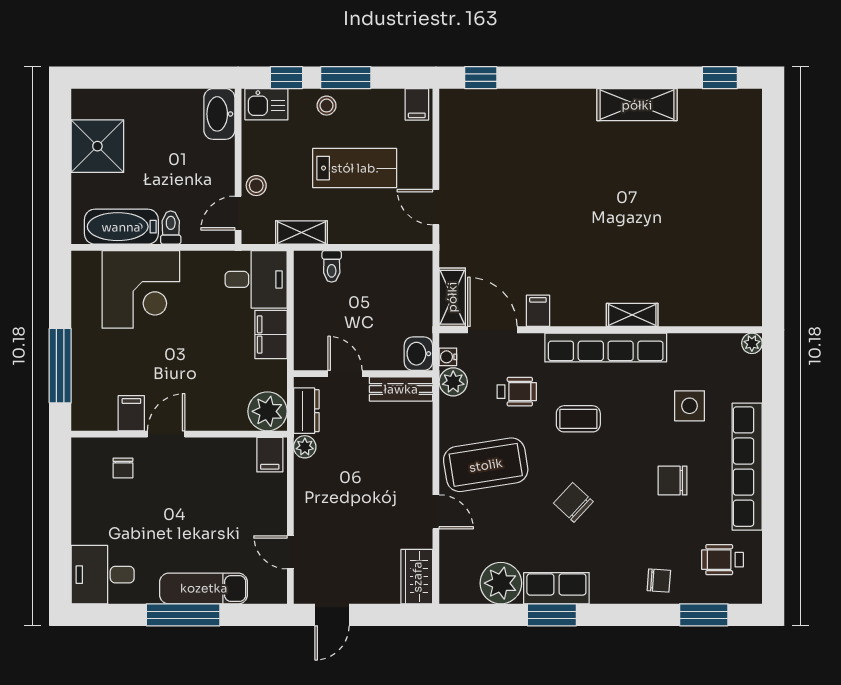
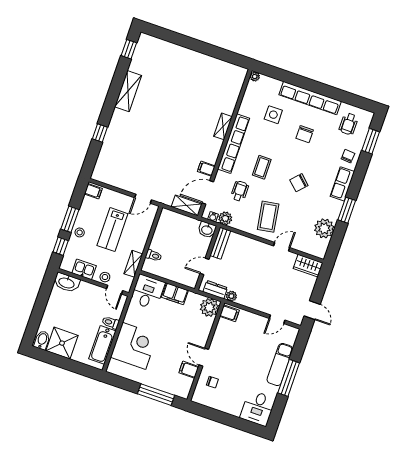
window: (481, 78) -> (100, 133), moved
kitchen sink: (266, 104) -> (84, 269), moved, turned -90
bidet: (90, 105) -> (42, 340), added
lab bench: (355, 168) -> (112, 230), turned 180
coffee table: (486, 465) -> (268, 217), width x0.73, depth x0.76
row of seats: (556, 588) -> (342, 184), moved

